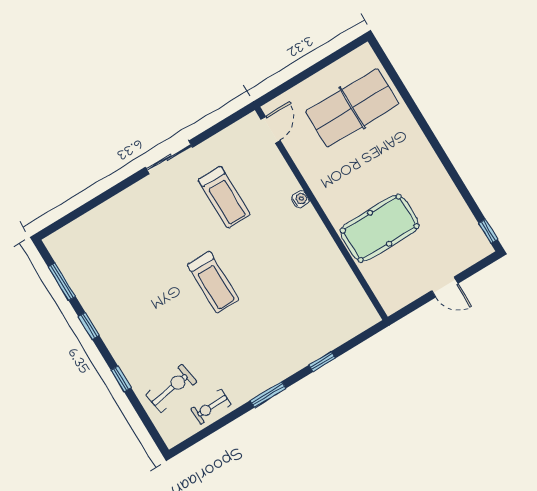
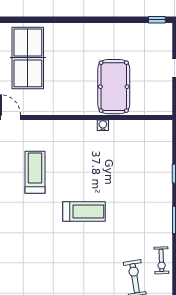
treadmill: (224, 197) -> (35, 172), turned -90
water cooler: (300, 199) -> (103, 125), moved

